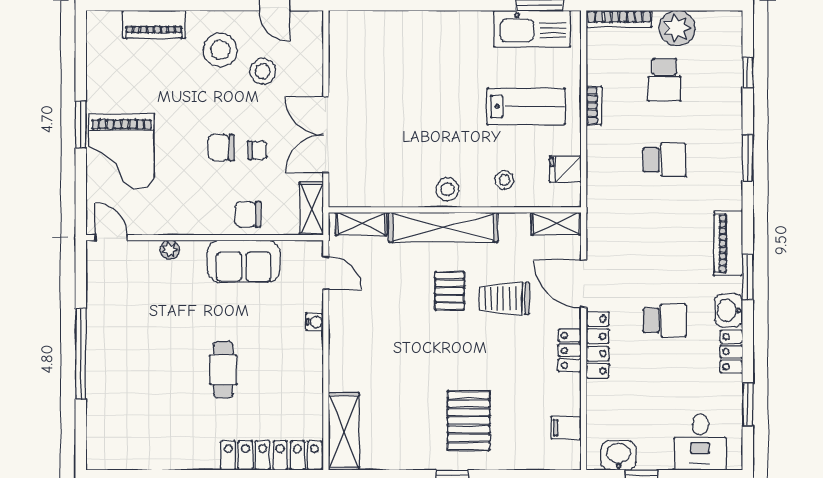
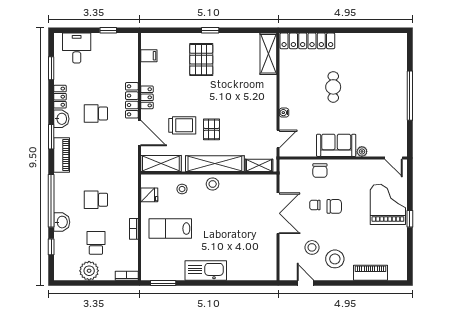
bookcase: (619, 19) -> (127, 276), width x0.64
kitchen sink: (532, 29) -> (206, 270), moved
window: (81, 125) -> (410, 219), width x0.67
window: (748, 158) -> (51, 201), width x2.11
shelving: (311, 209) -> (286, 174), removed
chair: (248, 214) -> (320, 171), turned 90
shelving: (556, 224) -> (161, 164), width x1.50, depth x1.33
sofa: (244, 261) -> (336, 145), moved
door: (326, 273) -> (278, 139), swing flipped
washbasin: (619, 455) -> (62, 222), moved, turned -90

